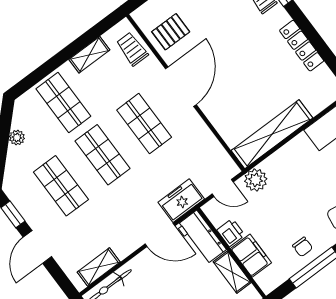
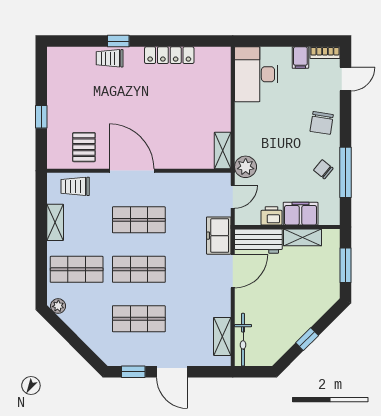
shelving: (272, 134) -> (223, 150), width x0.45, depth x0.75
plant: (17, 138) -> (58, 306), moved
chair: (303, 247) -> (323, 169), turned -141

